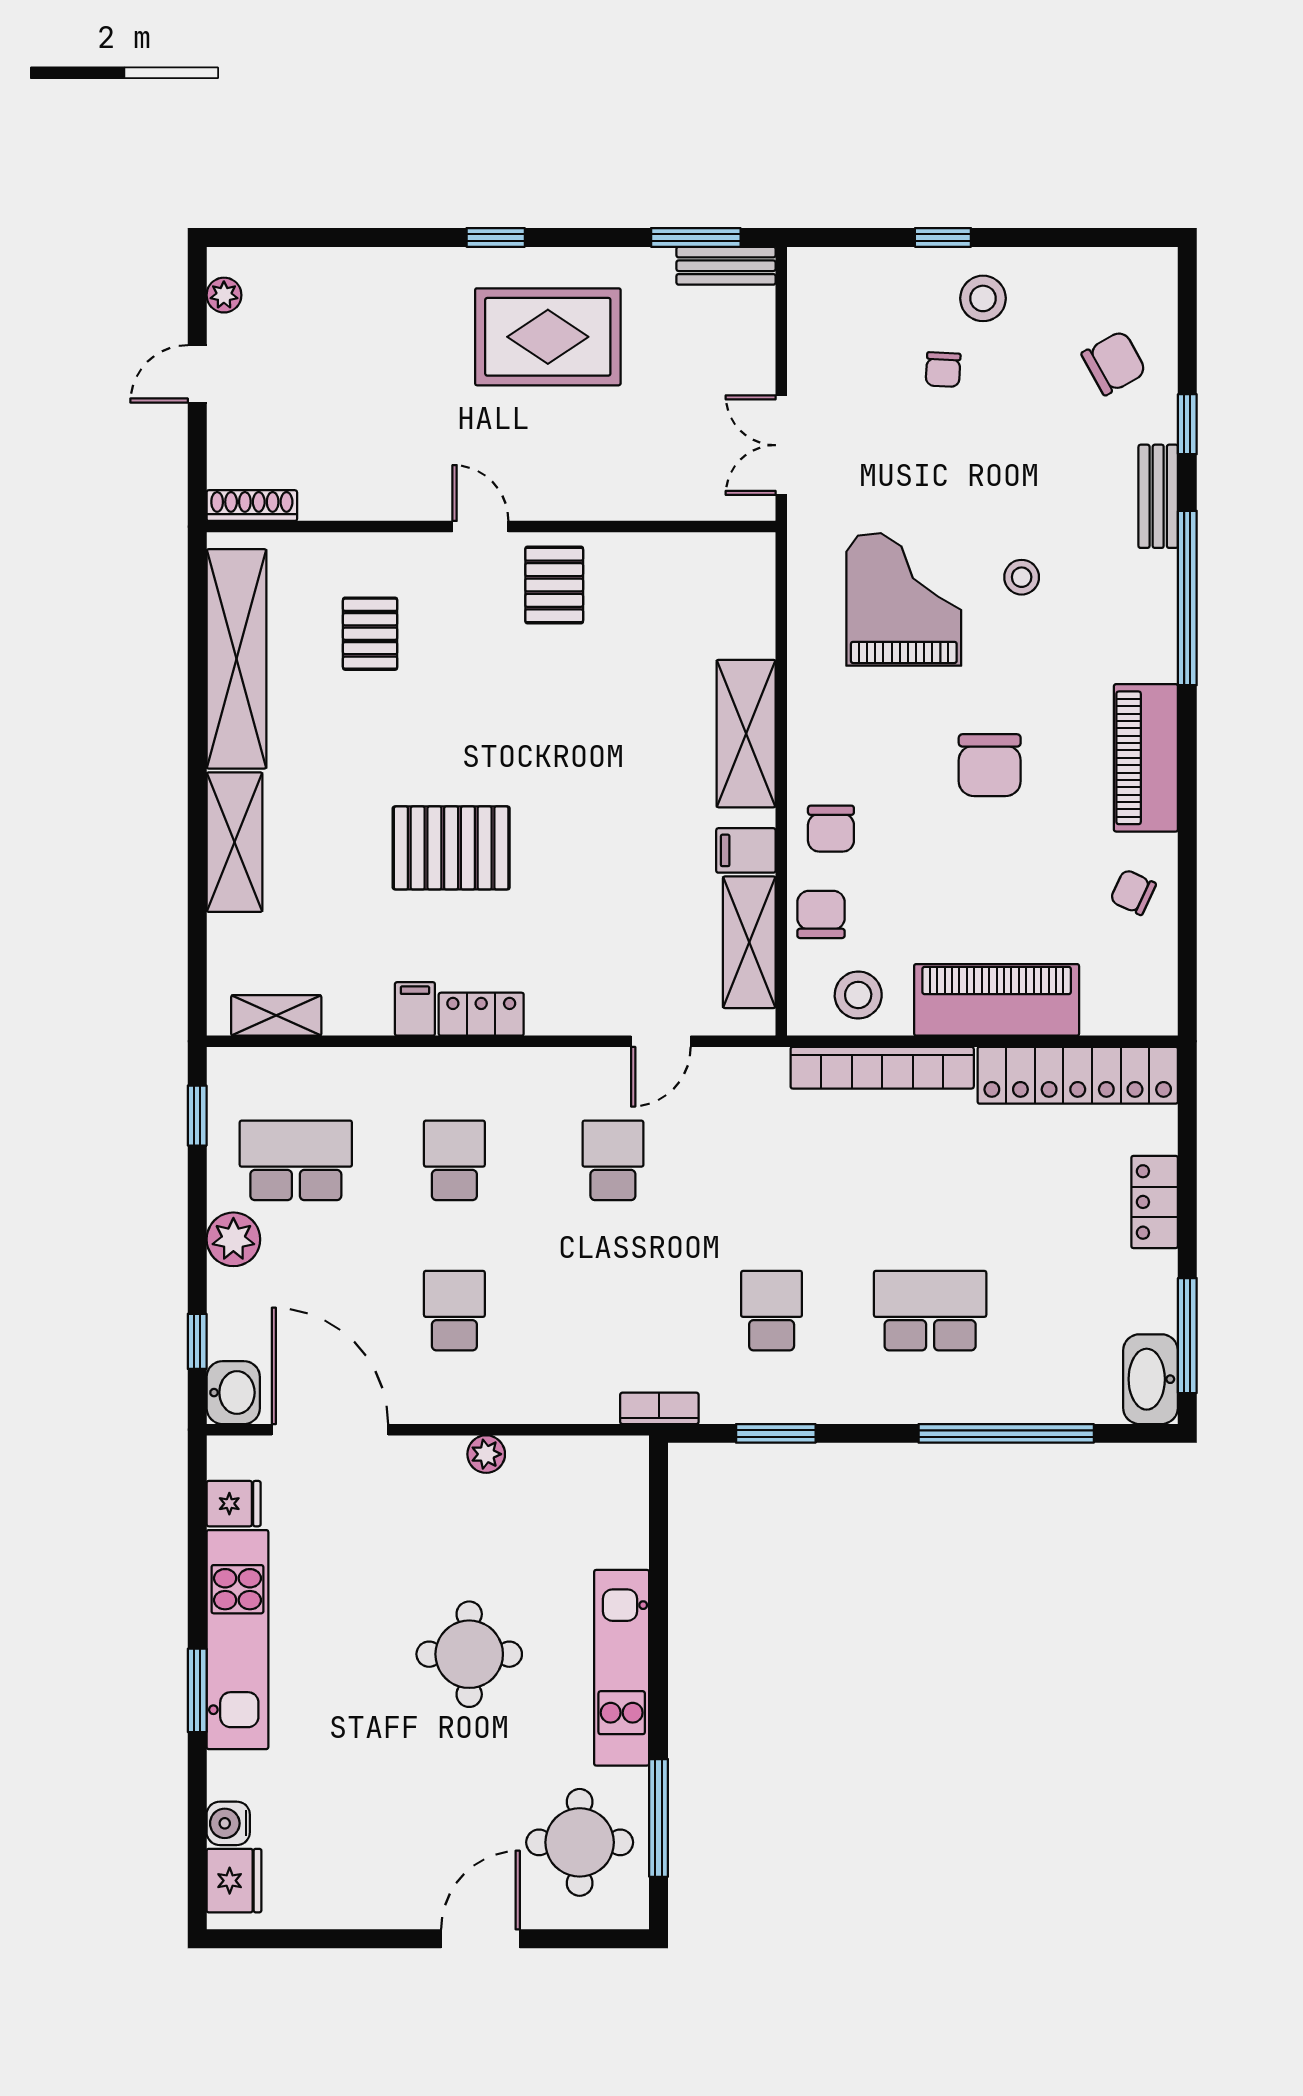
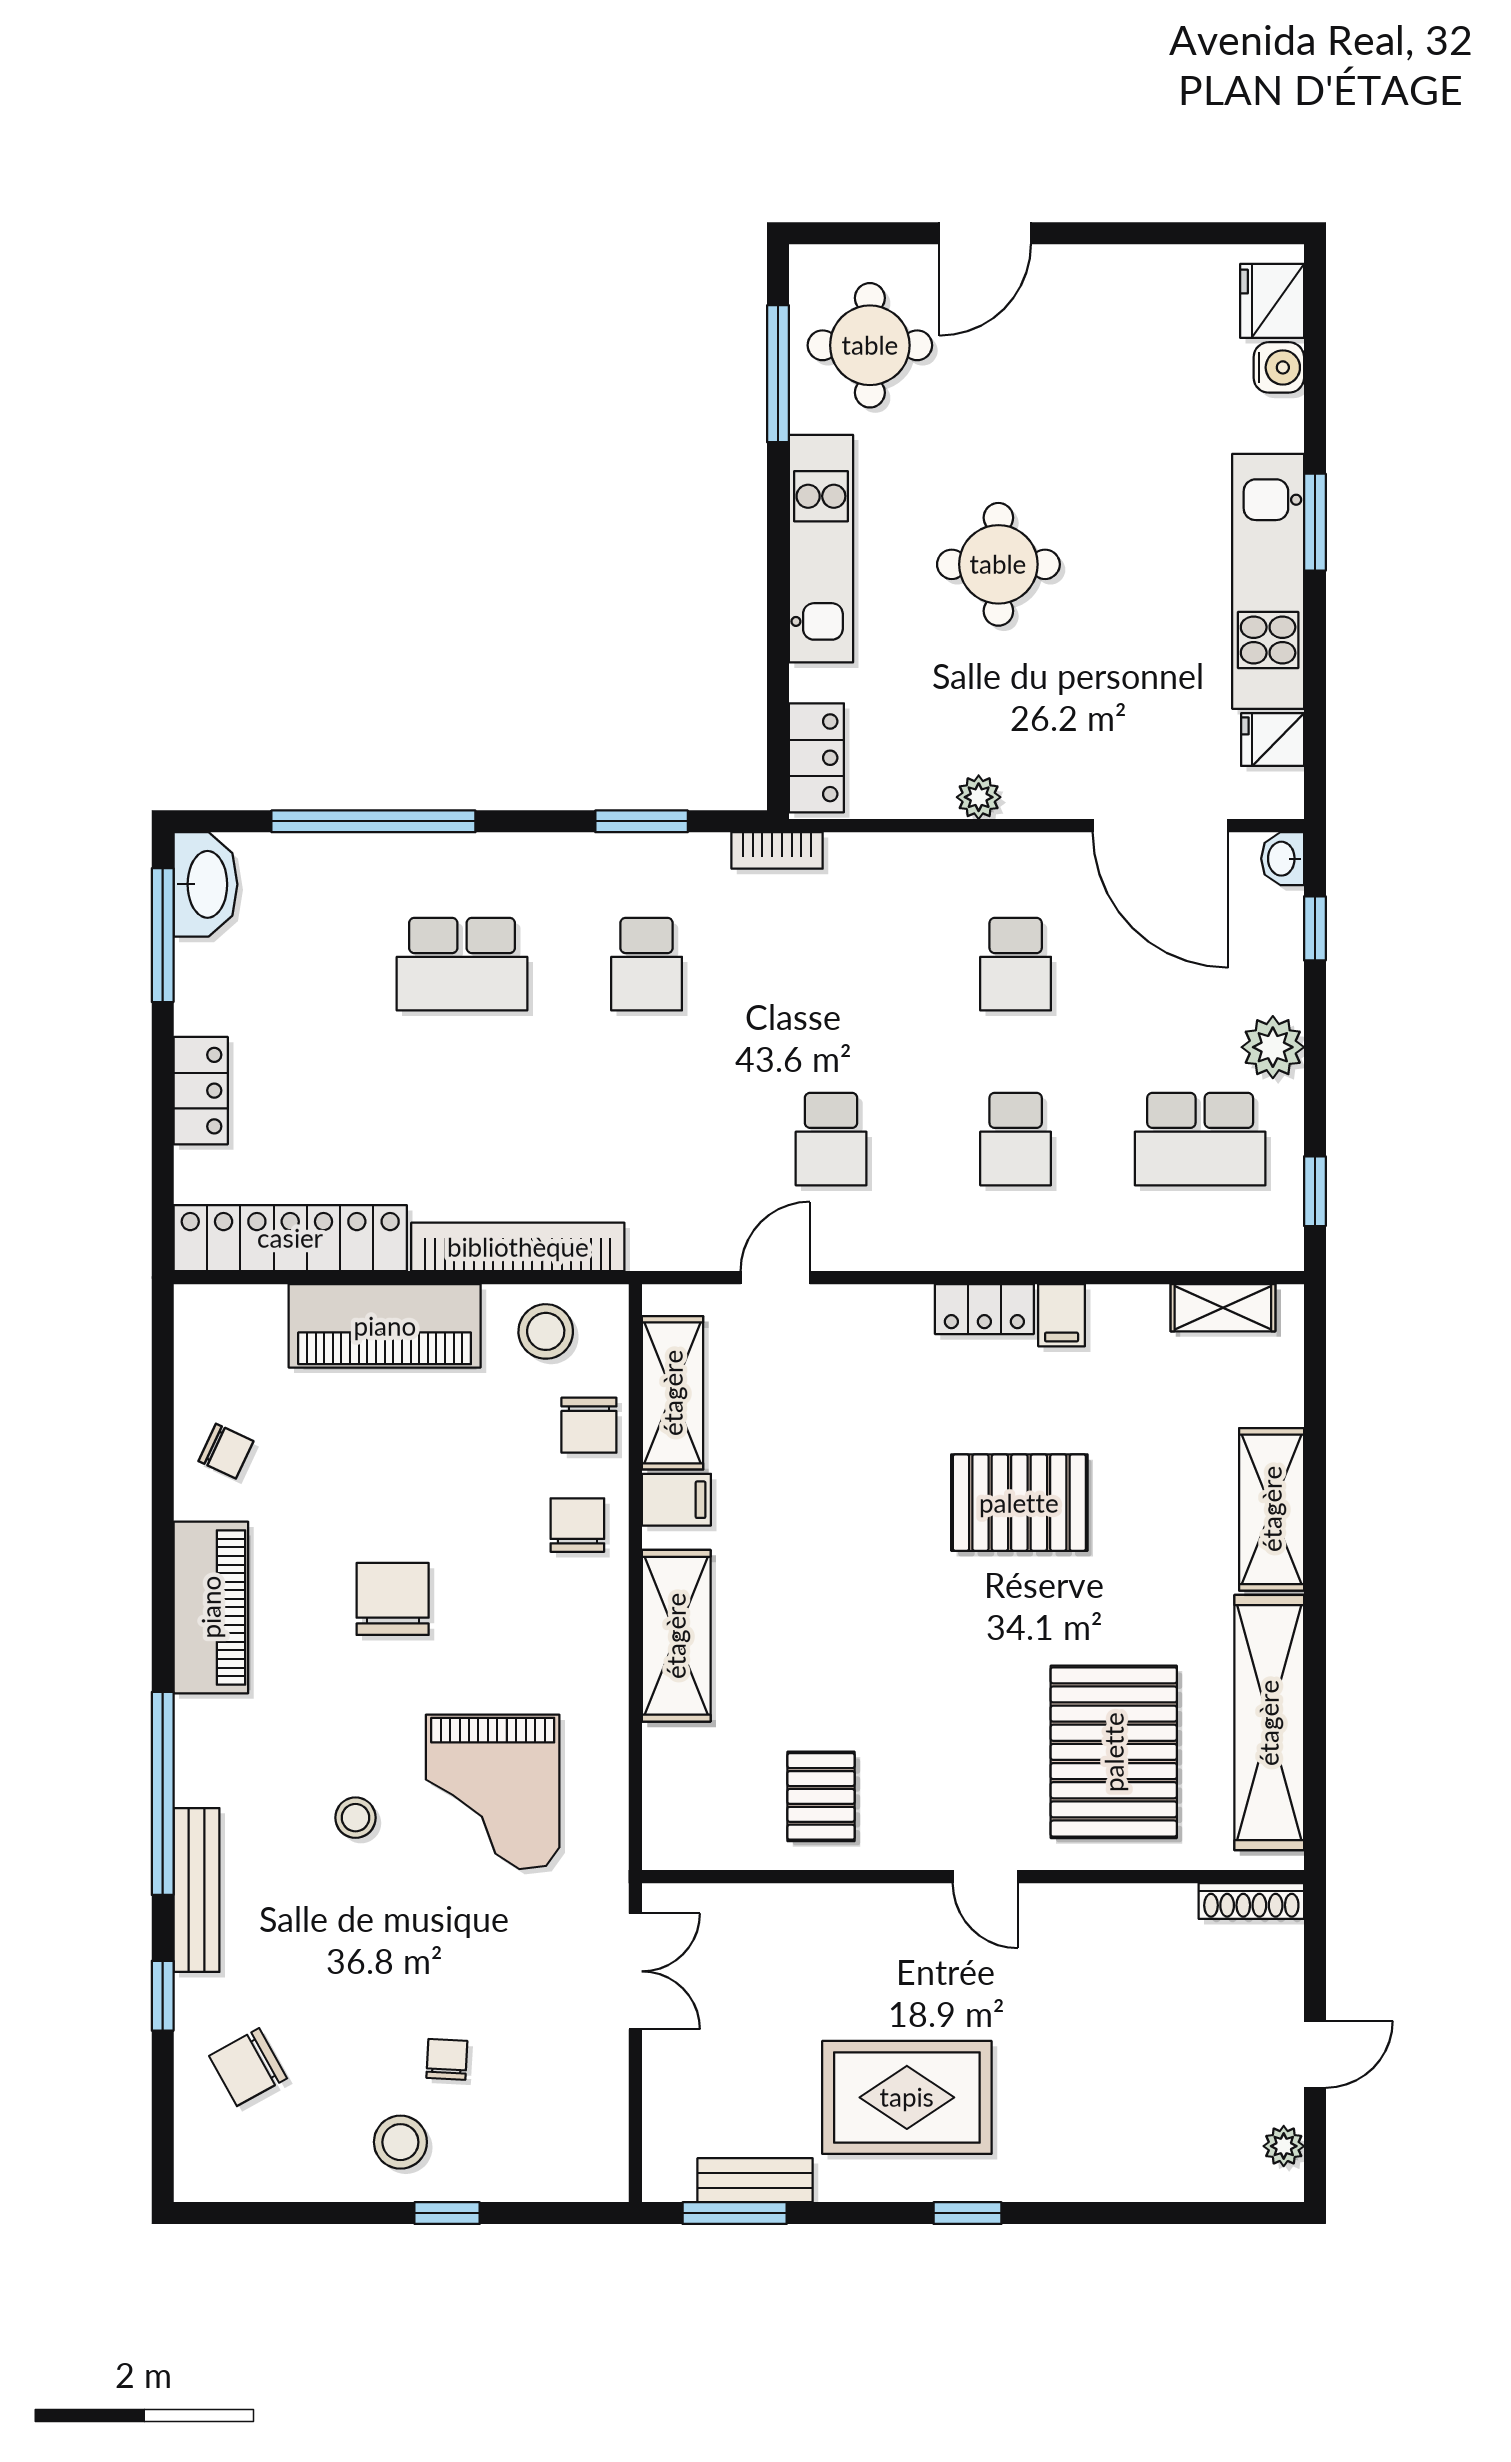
bench: (726, 266) -> (755, 2180), moved
bench: (1158, 496) -> (197, 1890), width x1.36
pallet: (554, 585) -> (821, 1796), moved
pallet: (370, 634) -> (1114, 1752), width x2.05, depth x2.00
washbasin: (233, 1393) -> (1283, 859), width x0.72, depth x0.69
locker: (626, 1488) -> (816, 758), added

